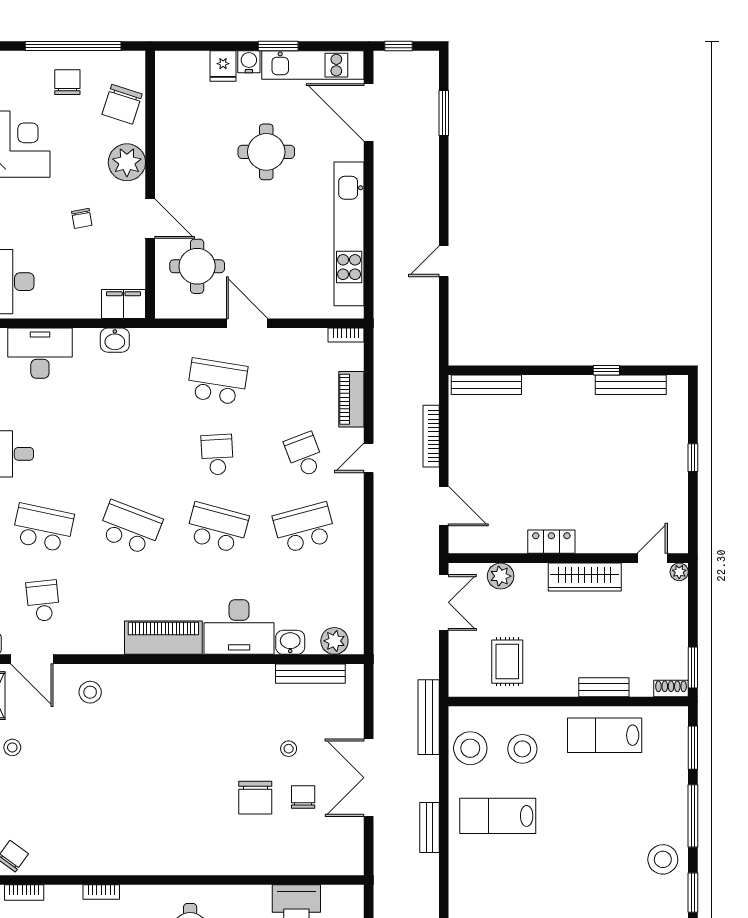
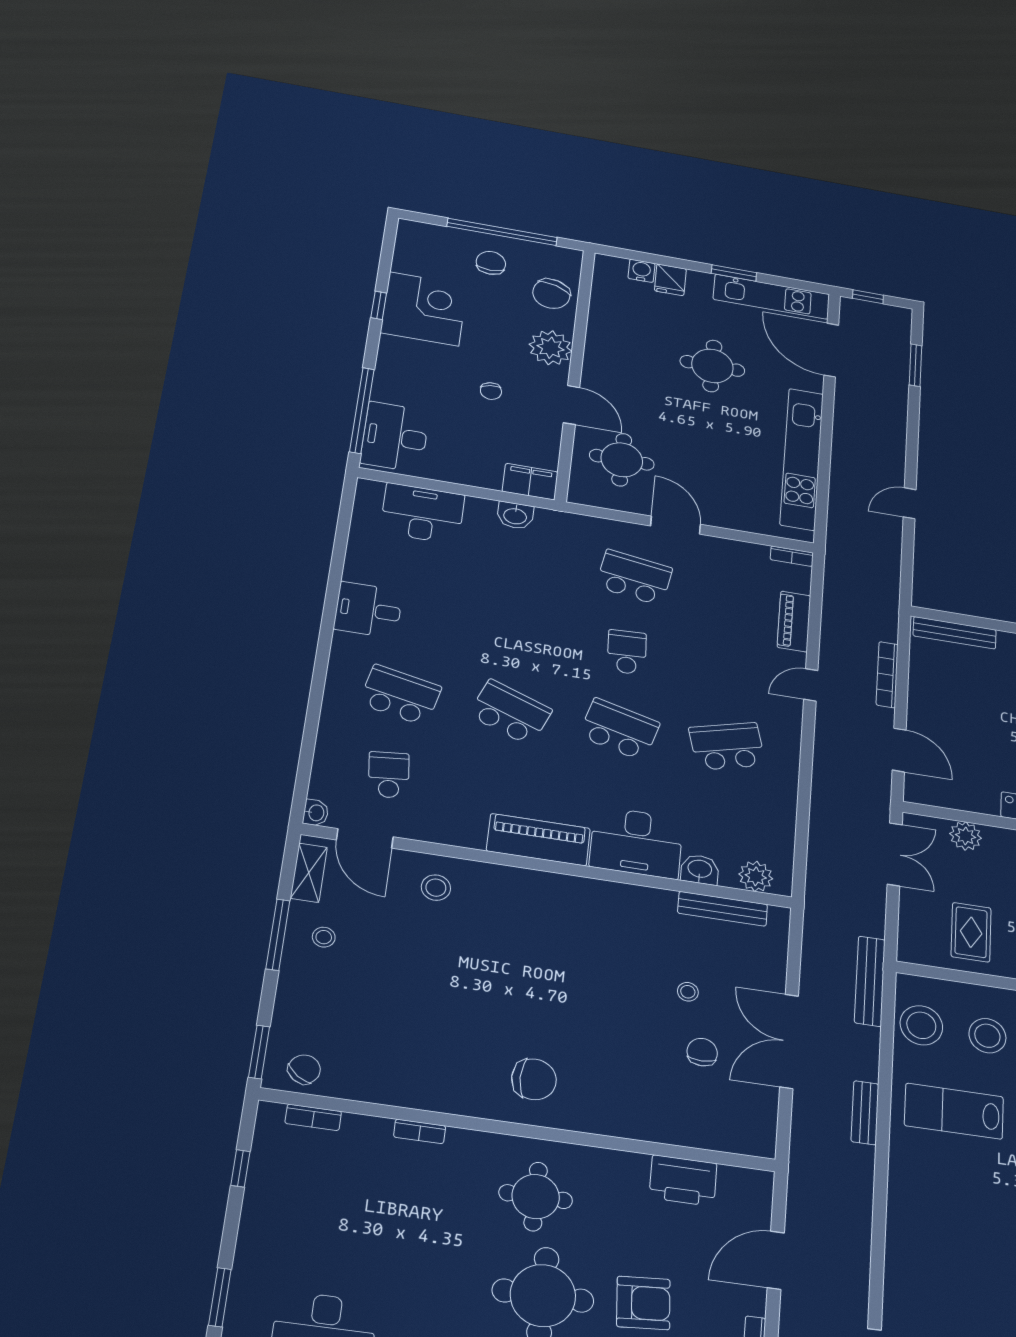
water cooler: (249, 62) -> (641, 271), moved
school desk: (304, 455) -> (733, 669), removed
chair: (255, 798) -> (534, 1079), moved, turned -90

